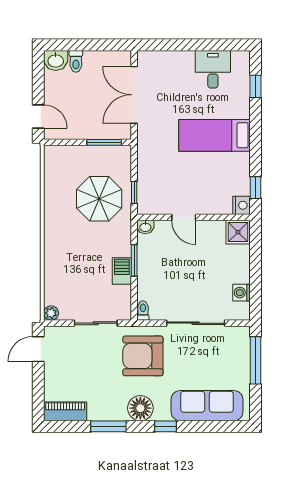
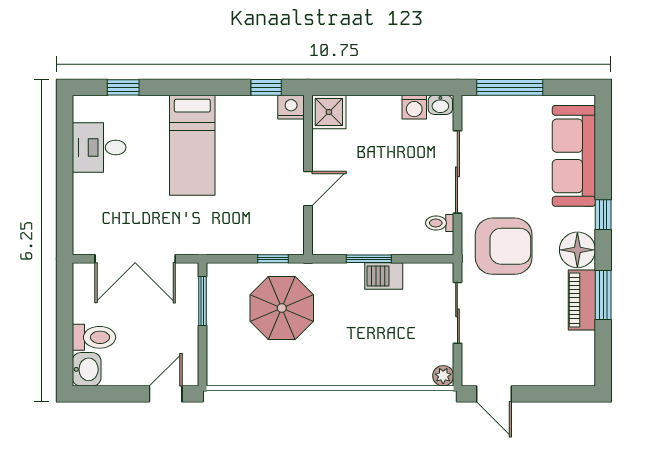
toilet: (76, 61) -> (94, 337), width x1.37, depth x1.39
washbasin: (145, 227) -> (440, 105), moved, turned 90
toilet: (143, 311) -> (440, 223), moved
armchair: (143, 356) -> (504, 246), turned -90
piano: (65, 411) -> (582, 300), moved

